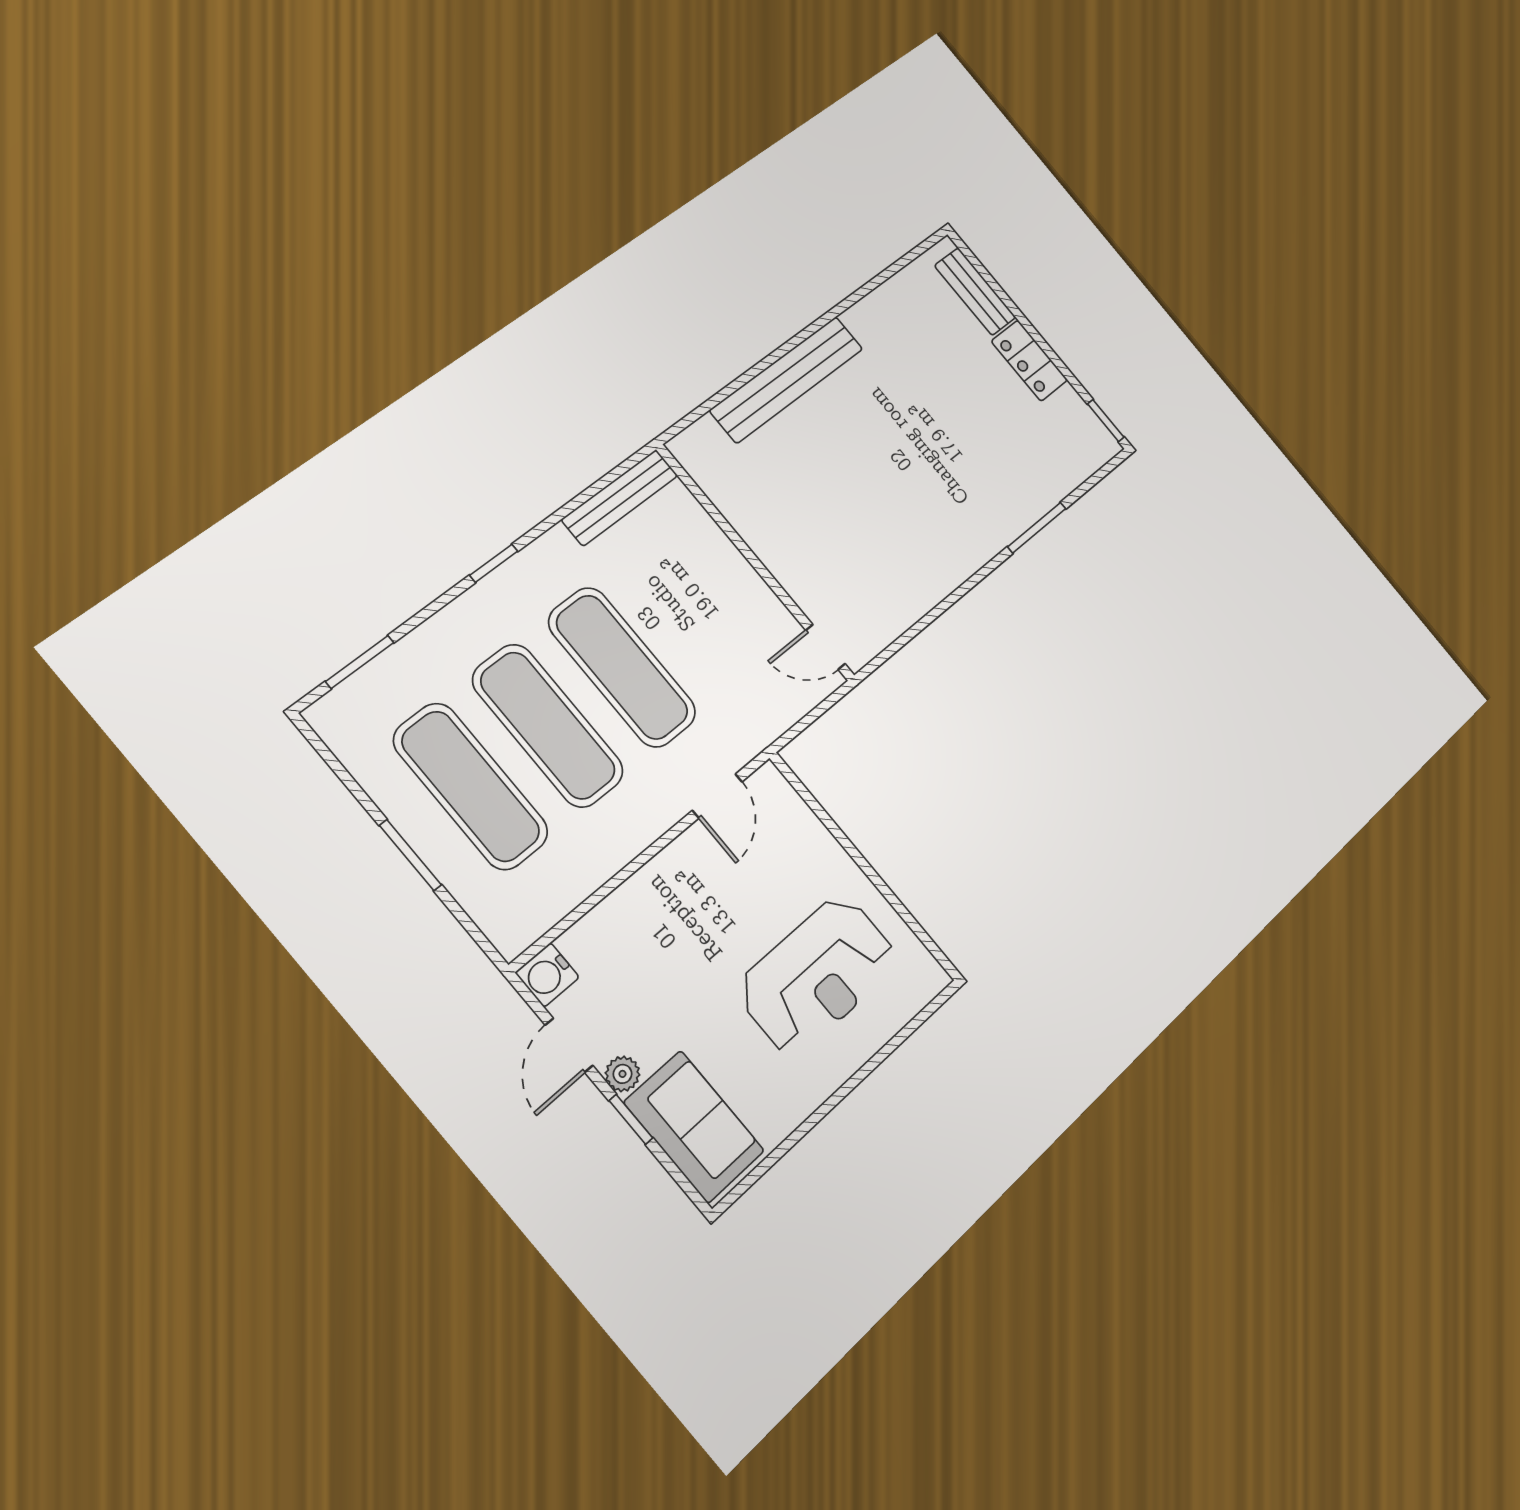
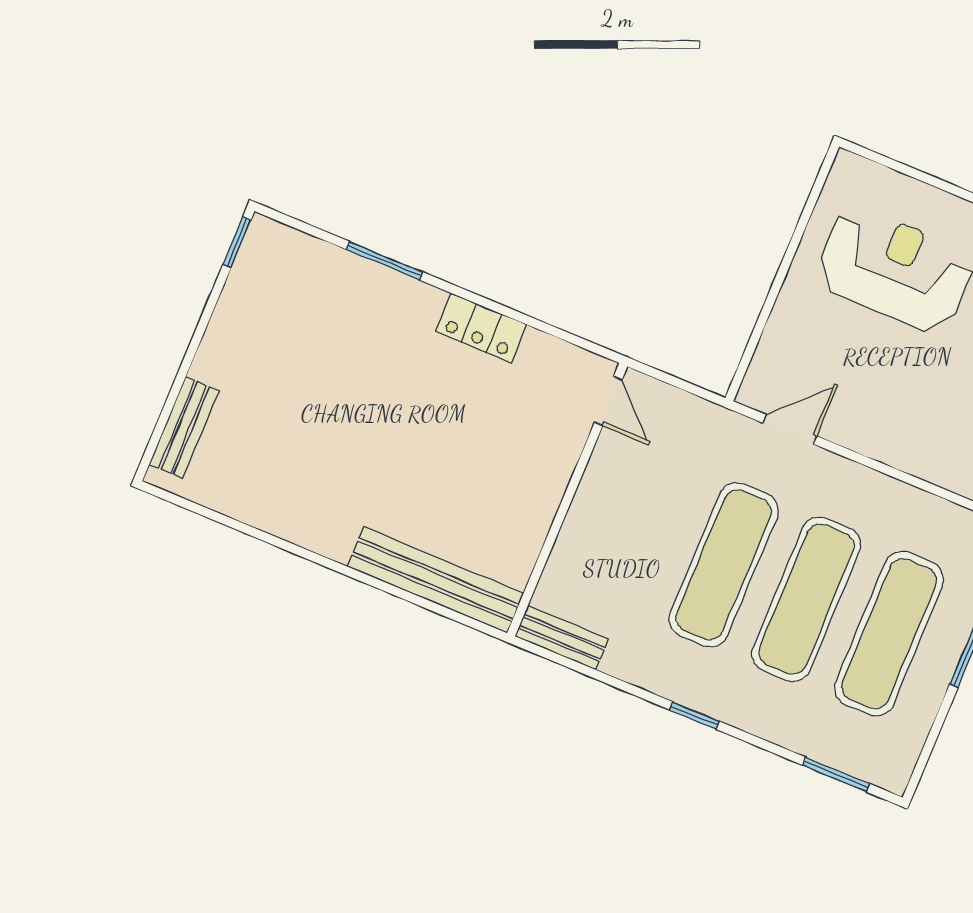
locker: (1029, 361) -> (481, 328), moved, turned 90
bench: (787, 379) -> (435, 580), moved
bench: (620, 497) -> (562, 638), width x0.73

